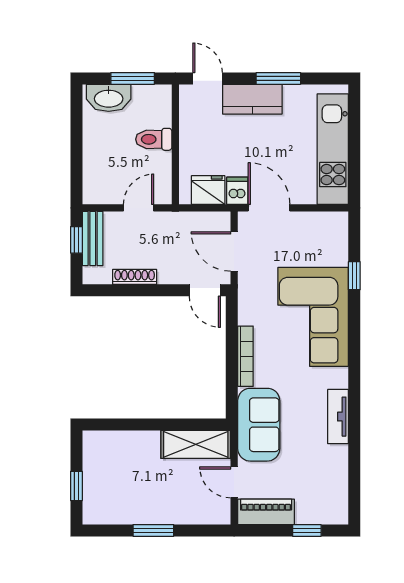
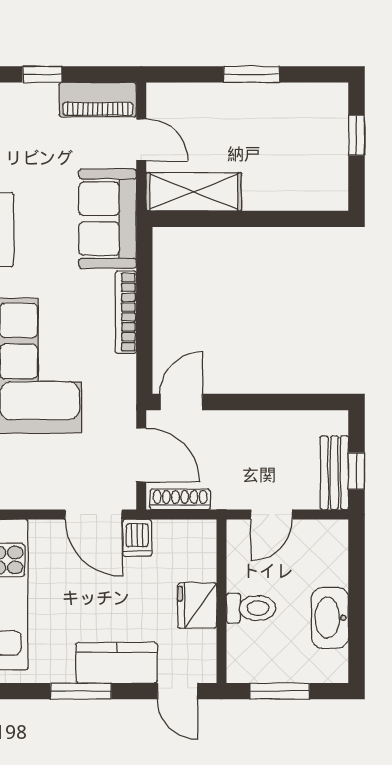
washbasin: (109, 98) -> (330, 618), moved, turned -90
fridge: (208, 190) -> (197, 606), moved, turned 90
shoe rack: (135, 277) -> (180, 499), moved, turned 180
door: (205, 290) -> (181, 402), hinge flipped

